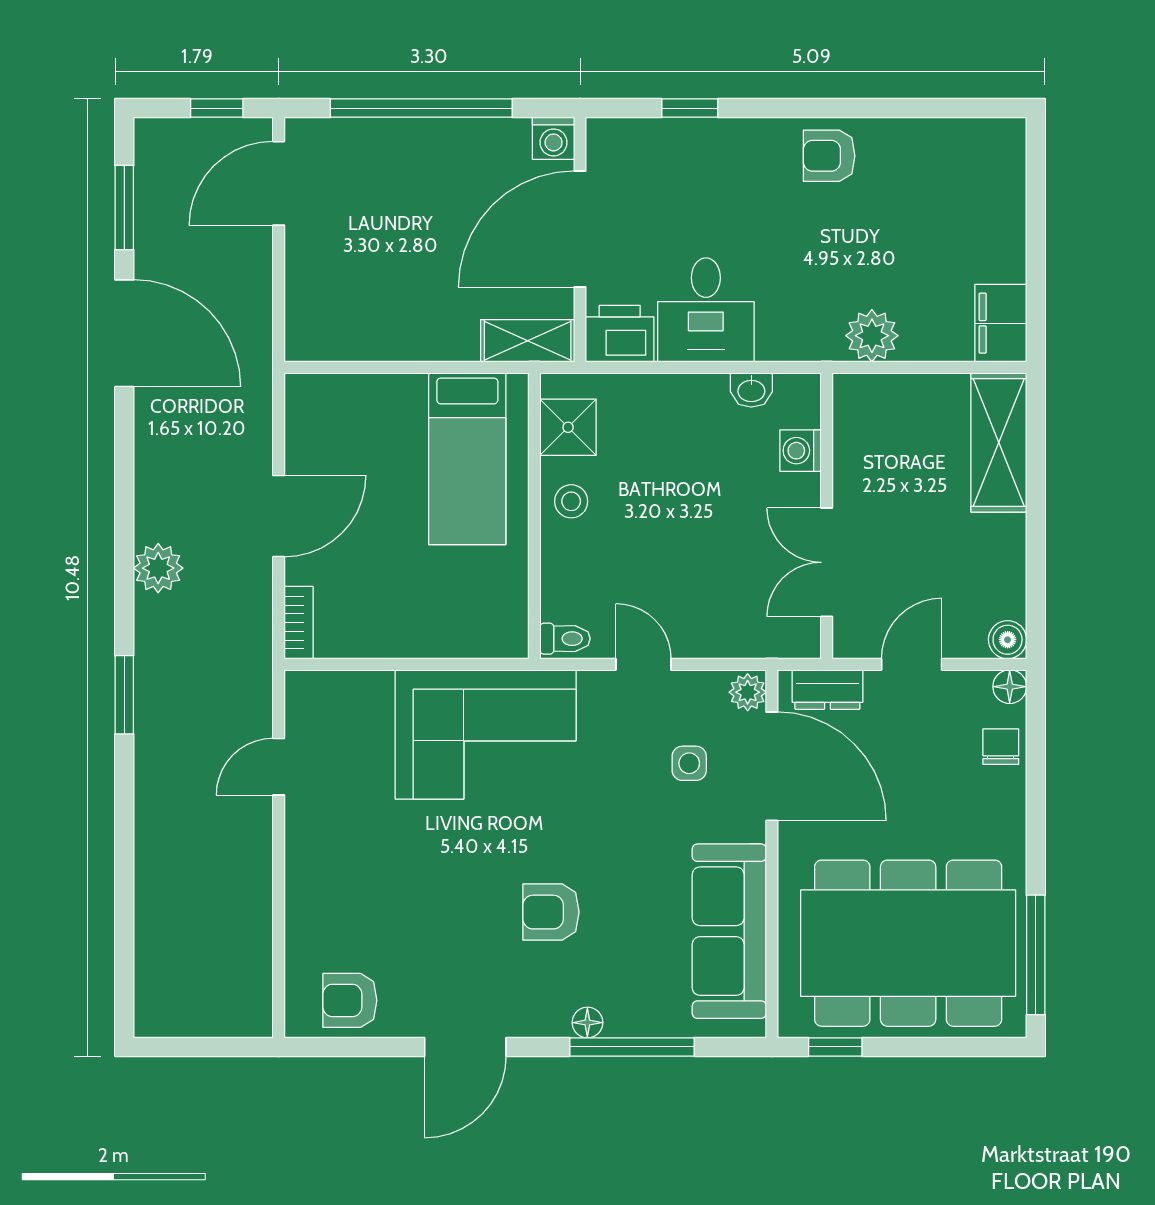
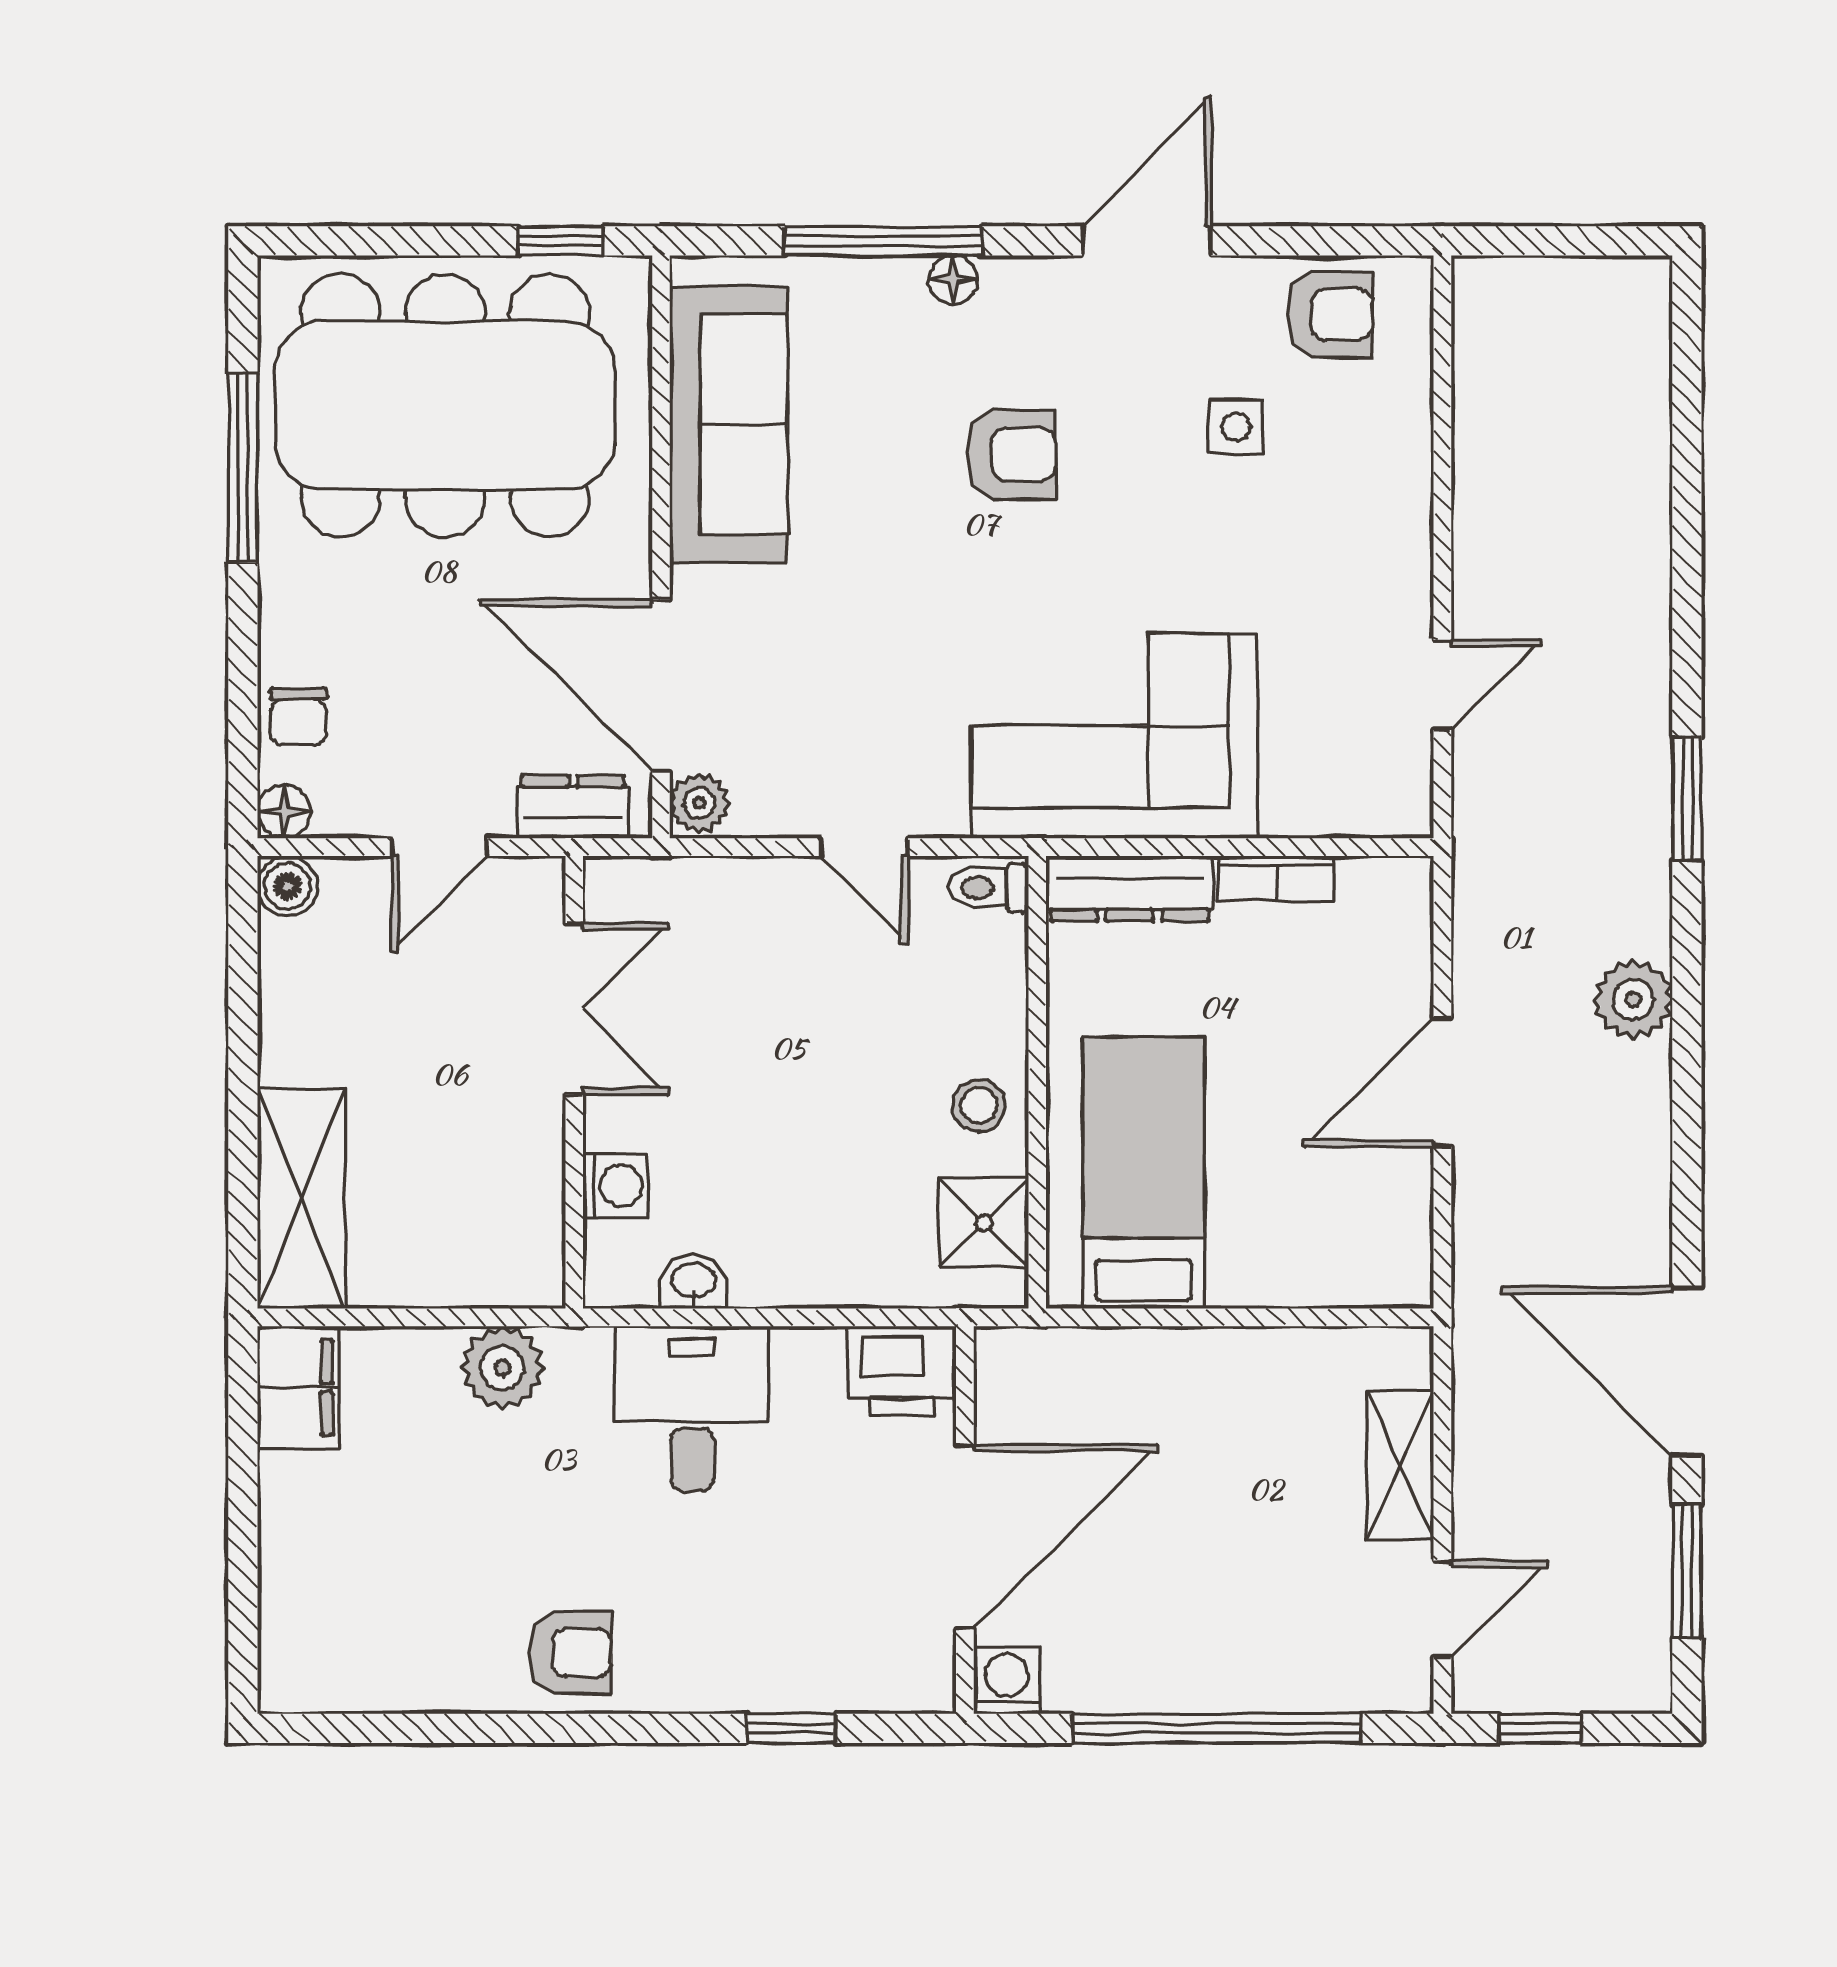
door: (279, 183) -> (1442, 1609), width x0.73
desk: (706, 310) -> (692, 1409), moved
shelving: (528, 341) -> (1400, 1465), moved, turned 90
bookcase: (299, 623) -> (1276, 879), moved, turned -90
dresser: (476, 638) -> (1130, 889), added
side table: (689, 763) -> (1236, 427), moved
window: (1036, 955) -> (243, 468), moved

